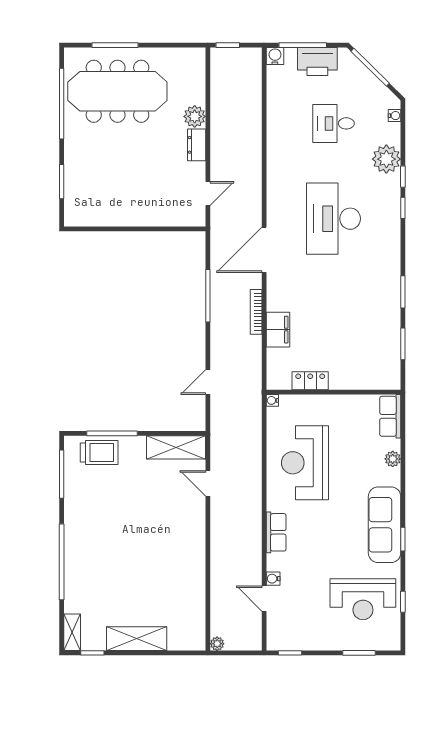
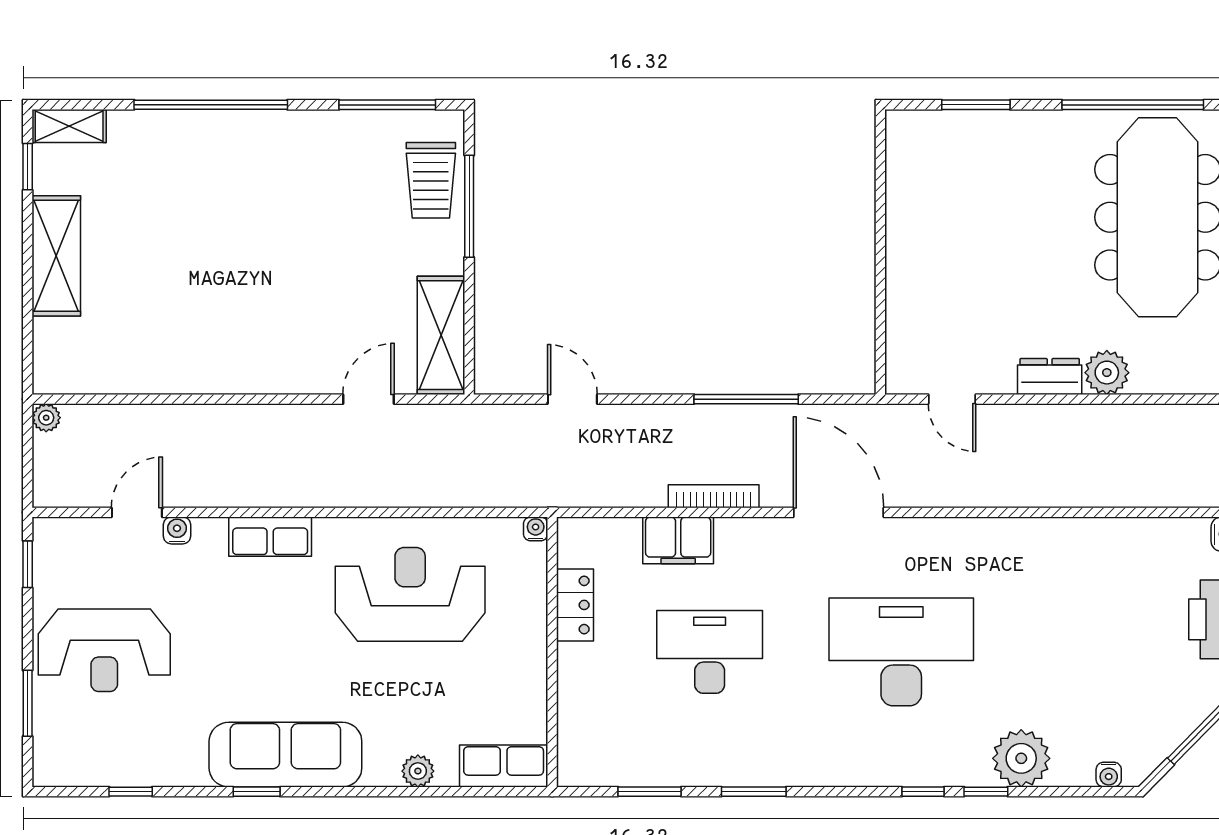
desk: (334, 123) -> (710, 652), moved, width x1.37
reception desk: (363, 599) -> (104, 650), moved, turned -90

